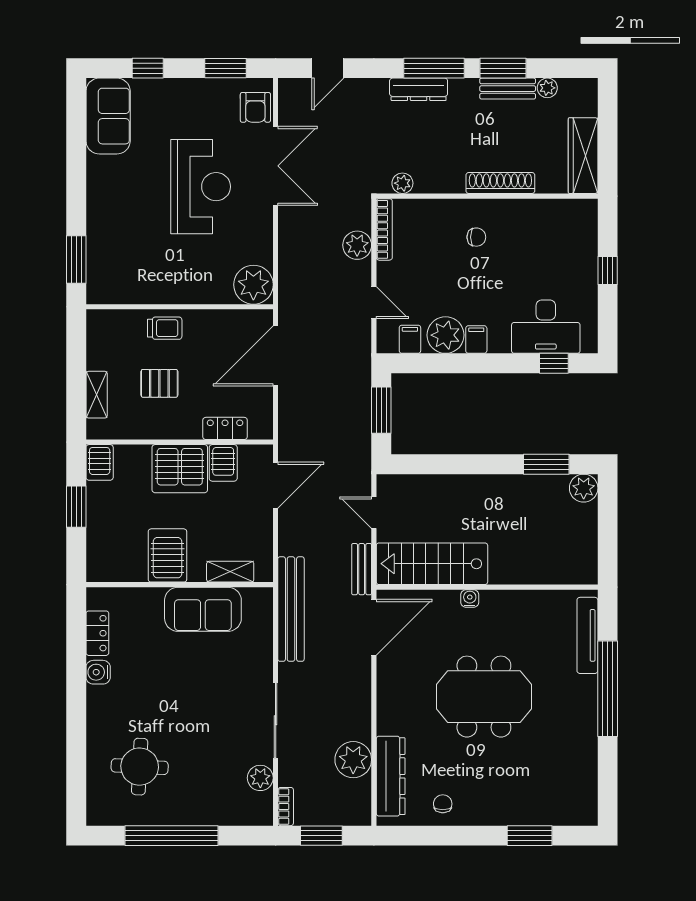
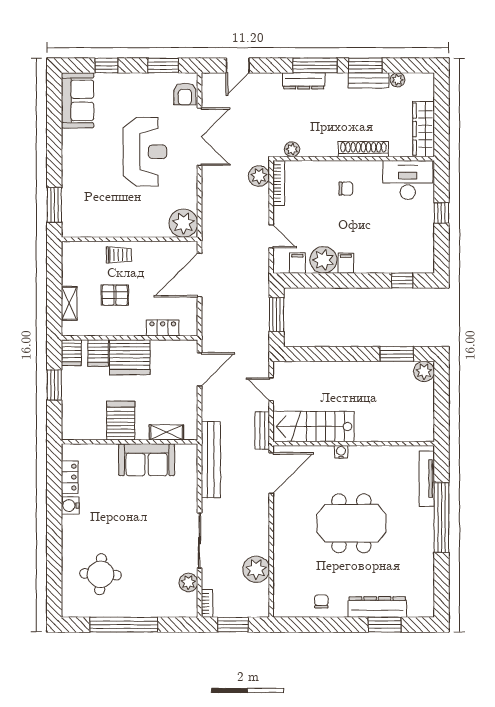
plant: (357, 245) -> (259, 176), moved
desk: (546, 327) -> (408, 180), moved, turned 180
server rack: (223, 463) -> (98, 353), moved
dresser: (391, 776) -> (377, 607), moved, turned -90

